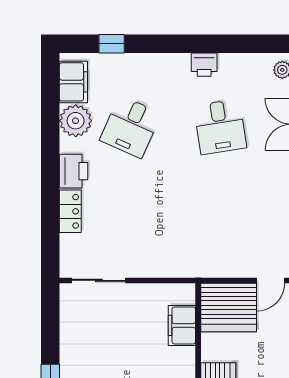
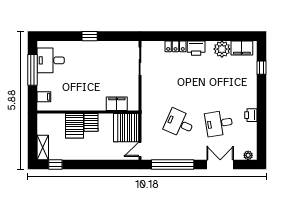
desk: (130, 127) -> (179, 123), moved
door: (271, 280) -> (140, 149), hinge flipped

